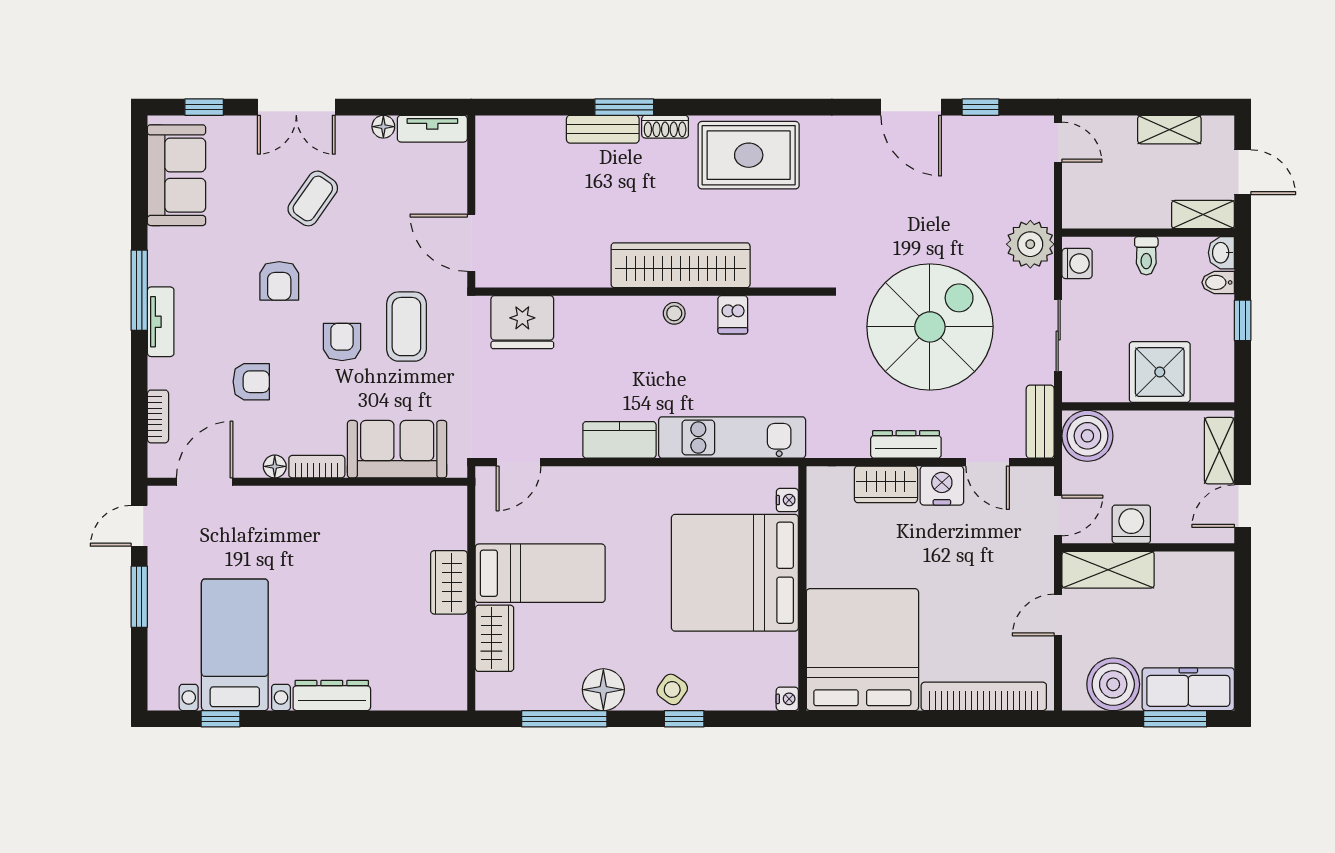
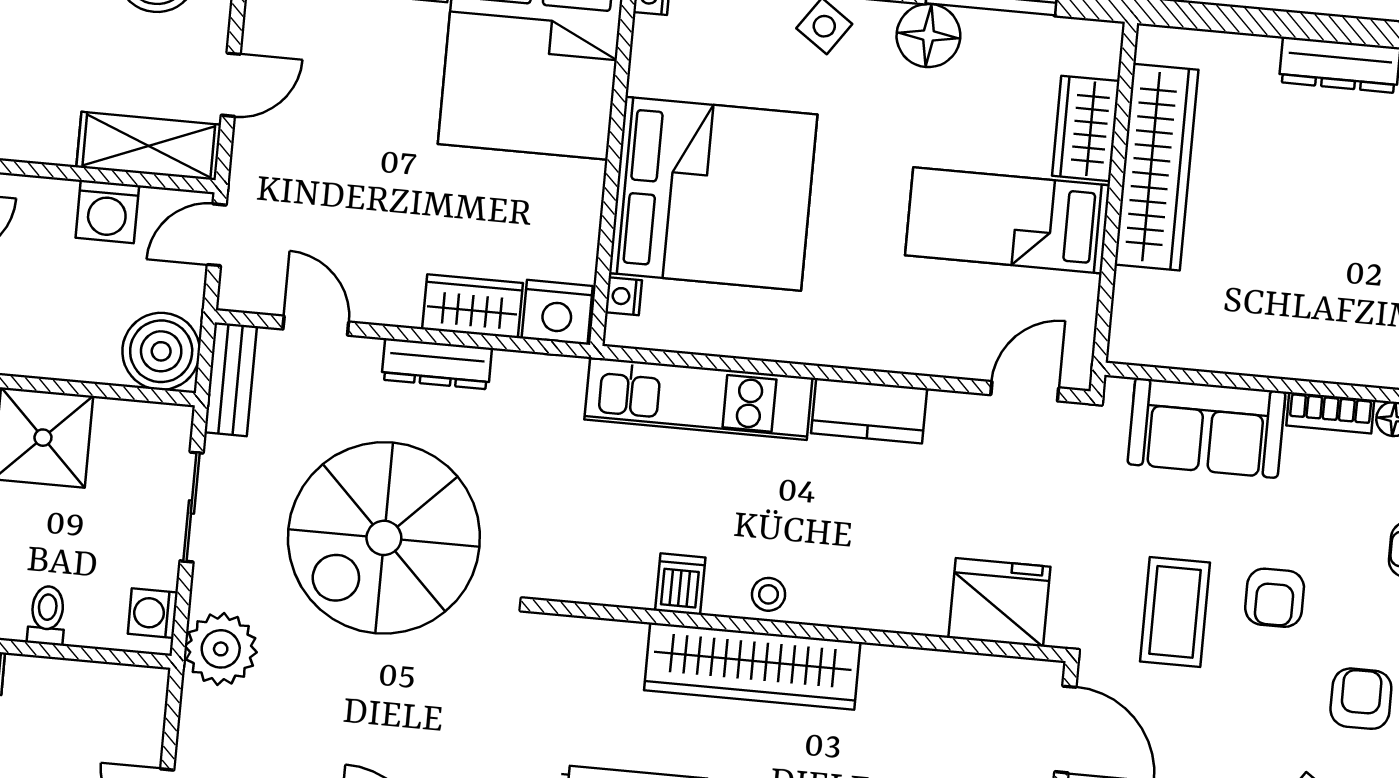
nightstand: (942, 486) -> (557, 312), moved
wardrobe: (449, 582) -> (1156, 167), width x2.10, depth x1.17

